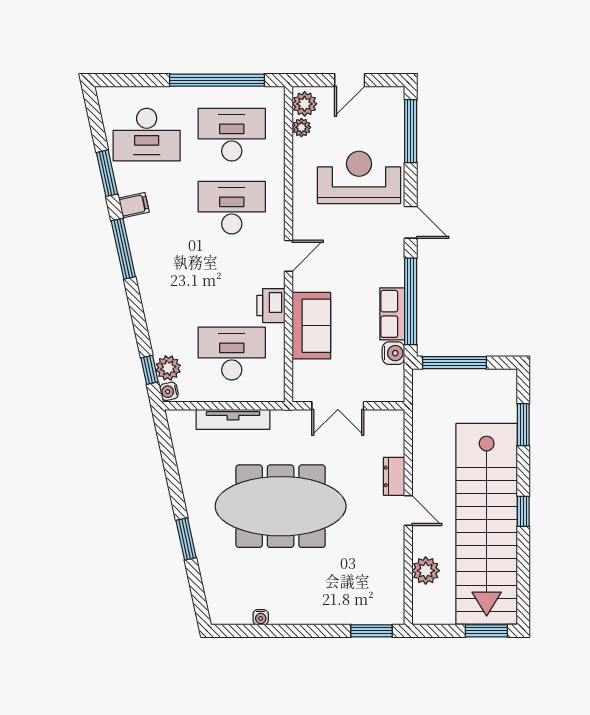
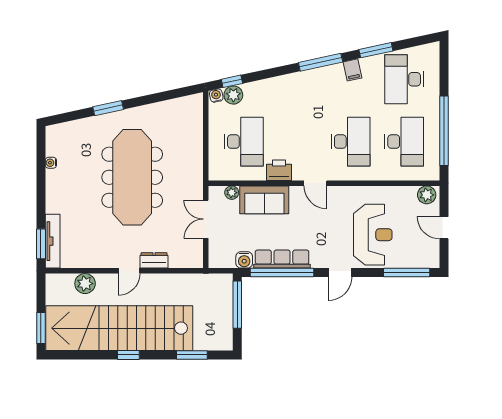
plant: (301, 127) -> (232, 193), moved
row of seats: (392, 314) -> (282, 259), width x1.48
tv unit: (233, 419) -> (53, 241), moved, turned 180

